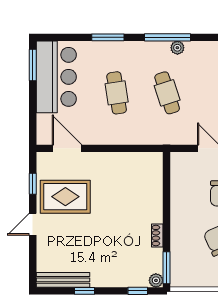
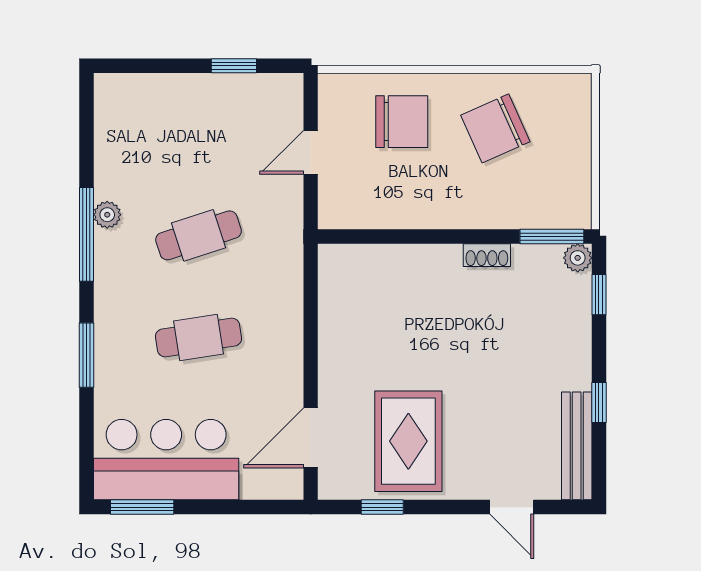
door: (33, 224) -> (512, 507), moved

